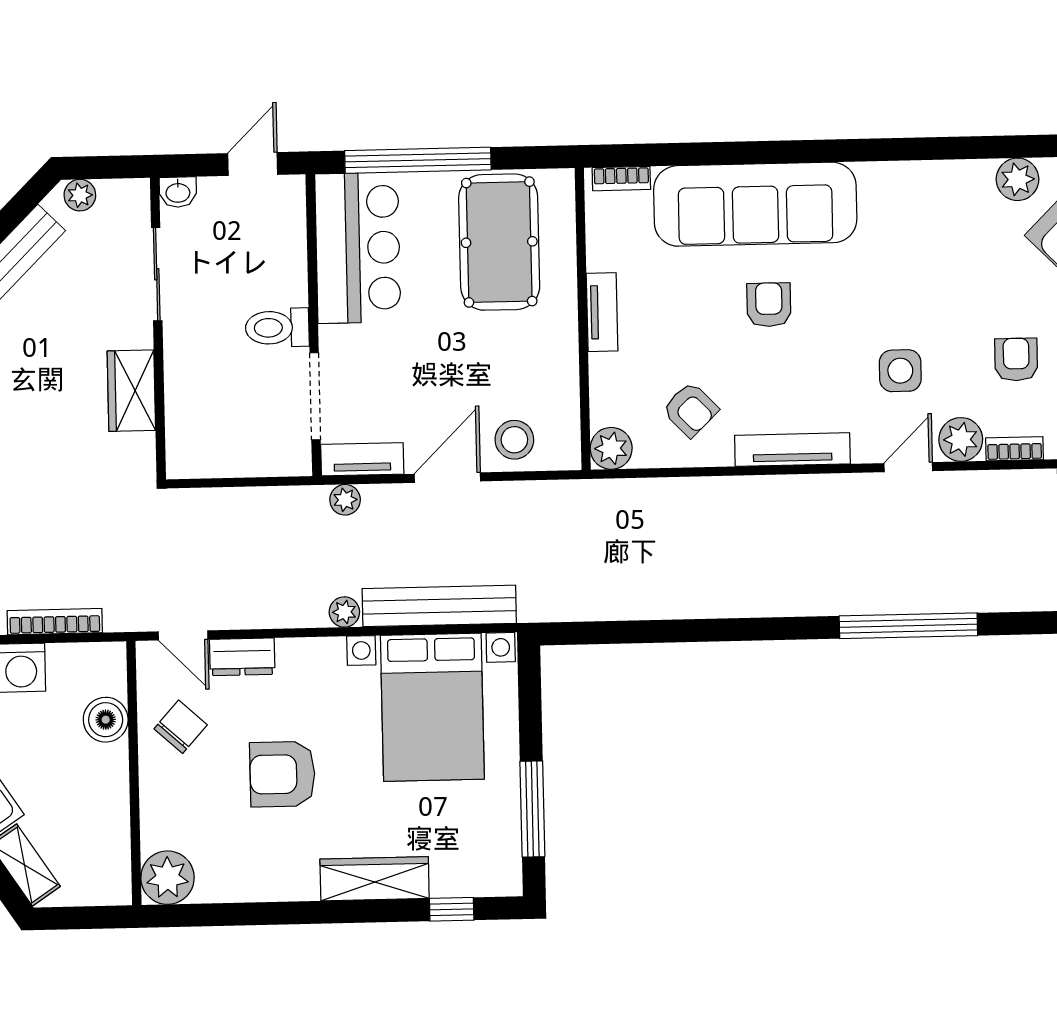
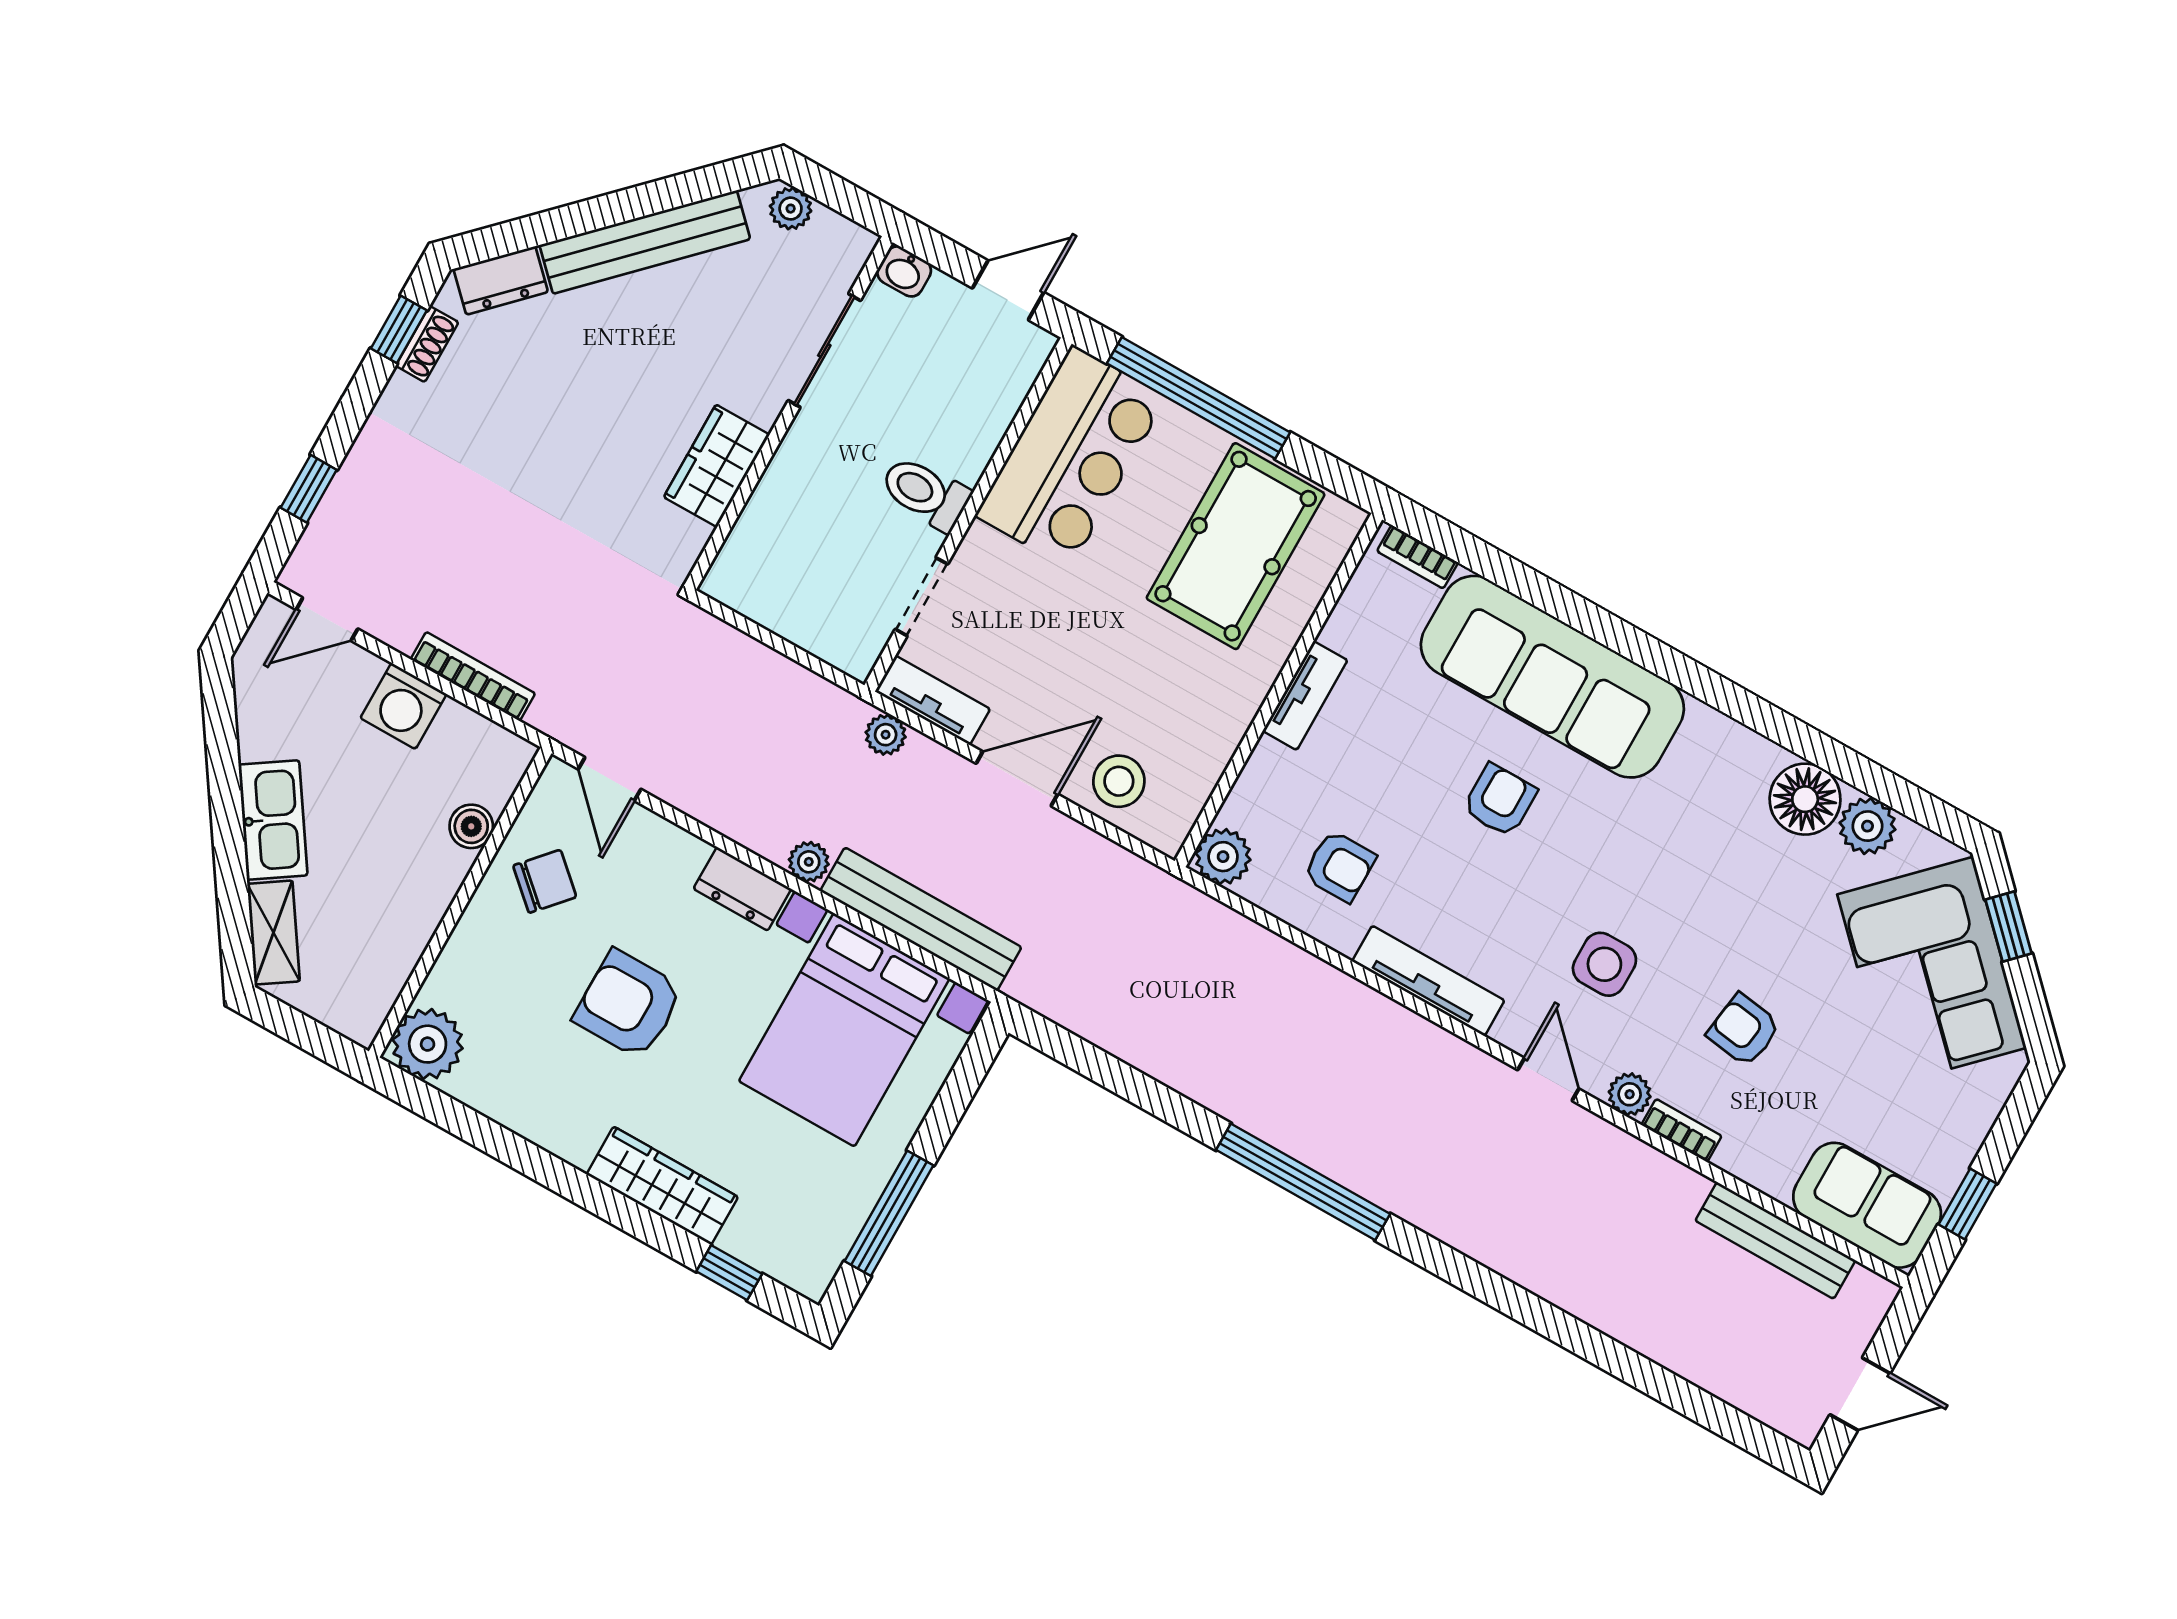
floor lamp: (967, 186) -> (1805, 799), added
armchair: (1016, 359) -> (1744, 1030), turned -82
doorway: (315, 396) -> (922, 597), width x0.73
armchair: (690, 410) -> (1339, 866), turned -46
plant: (961, 439) -> (1630, 1094), width x0.73, depth x0.73
door: (908, 467) -> (1548, 1079), hinge flipped
window: (908, 626) -> (1303, 1182), moved
dresser: (242, 657) -> (742, 889), moved
boiler: (106, 720) -> (471, 826), width x0.73, depth x0.73

